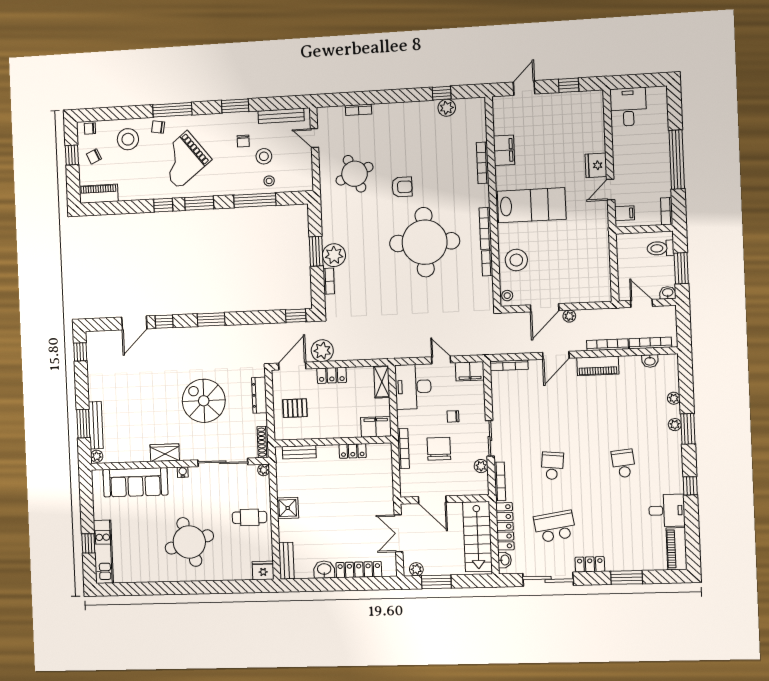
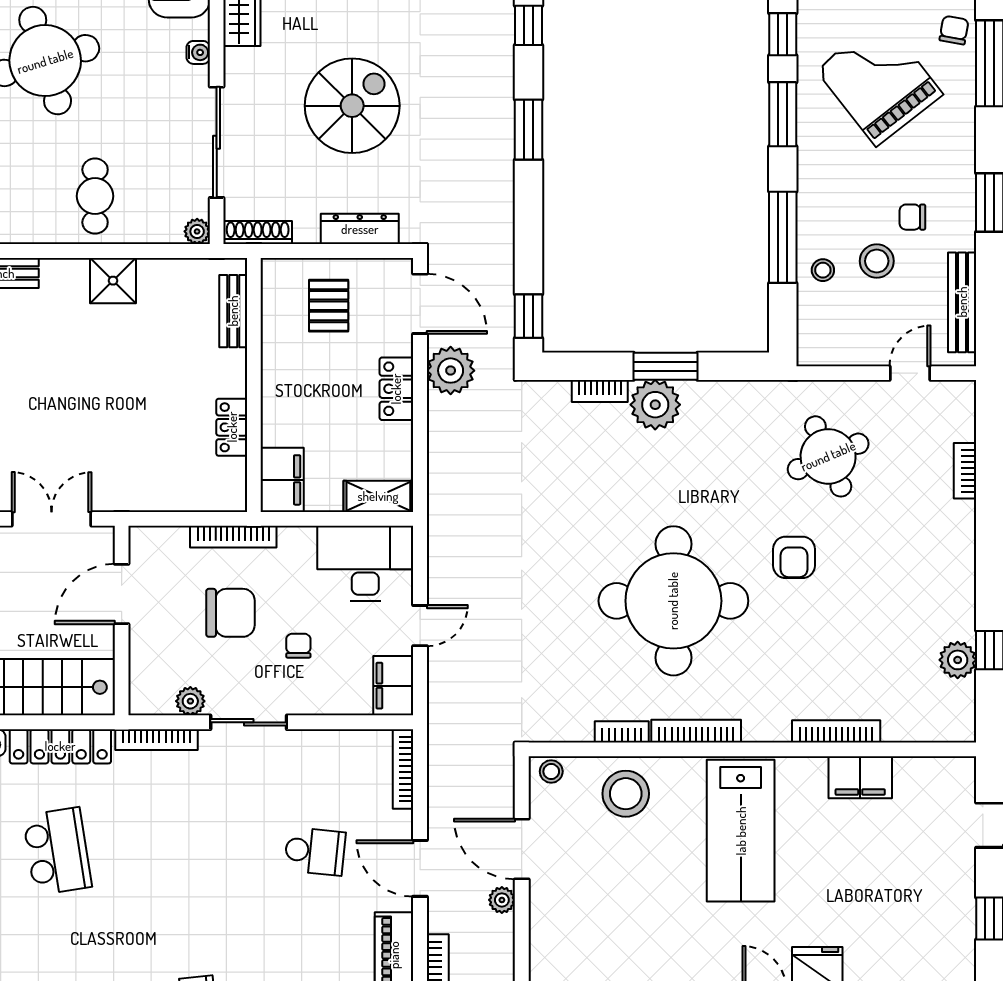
school desk: (552, 466) -> (315, 851), moved

